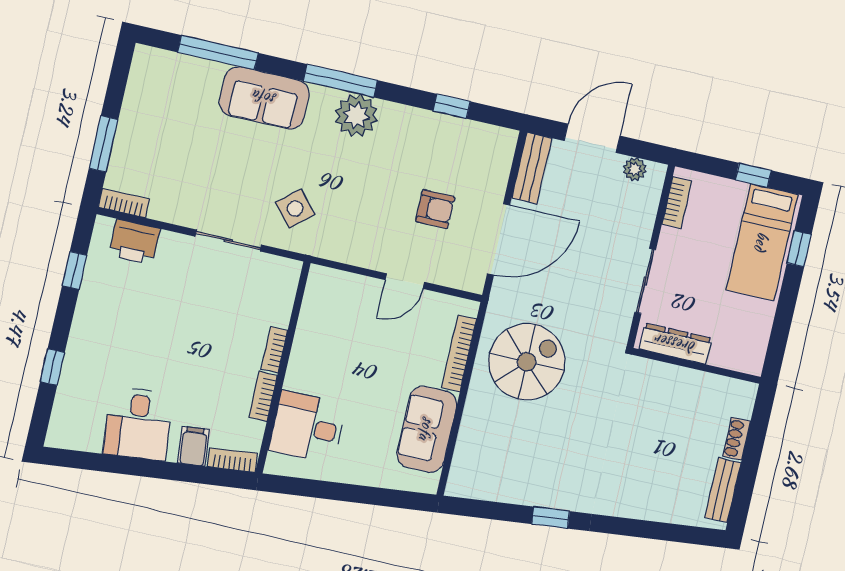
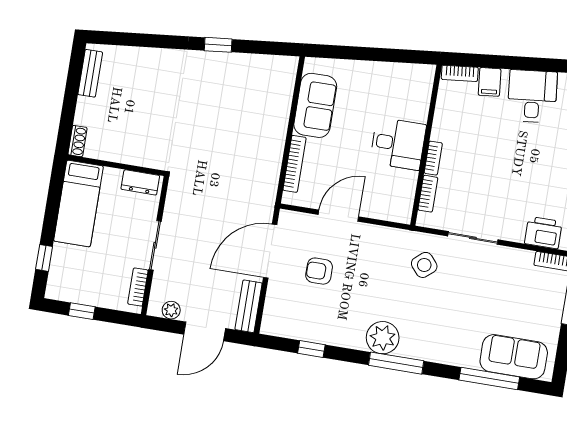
sofa: (264, 98) -> (514, 357), moved
bed: (762, 242) -> (78, 204), moved, turned 180
door: (405, 281) -> (338, 216), width x1.38
sliding door: (645, 281) -> (155, 245), moved
dresser: (675, 344) -> (140, 182), width x0.70
spiral stairs: (527, 362) -> (243, 161), removed
bookcase: (263, 396) -> (428, 194), moved
desk: (307, 427) -> (398, 144), moved
shoe rack: (737, 439) -> (77, 141), moved

